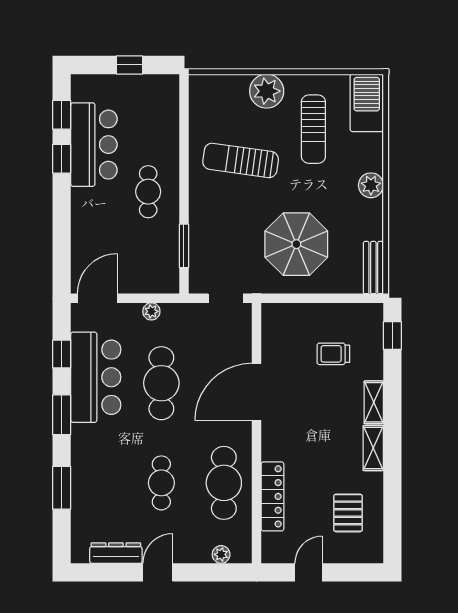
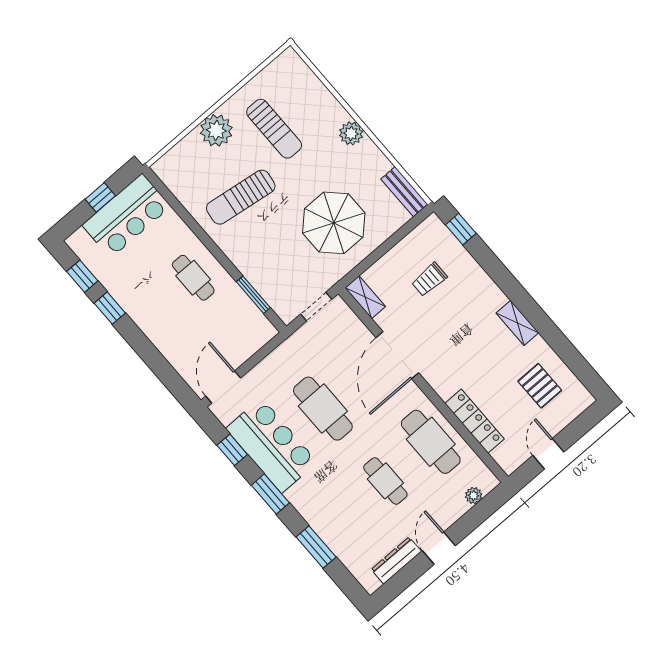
barbecue: (367, 103) -> (296, 76), removed
bar counter: (94, 145) -> (126, 216), moved, turned 90
plant: (151, 311) -> (271, 363), removed
shelving: (374, 402) -> (365, 297), moved

